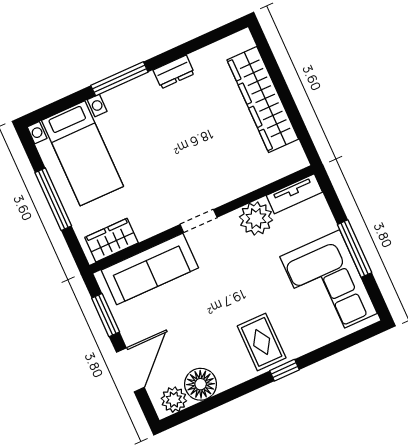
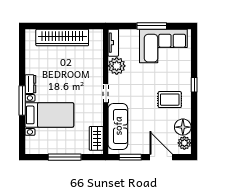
dresser: (174, 72) -> (30, 84), moved
bed with nightstands: (83, 153) -> (49, 115), moved
rug: (262, 342) -> (170, 100), moved

